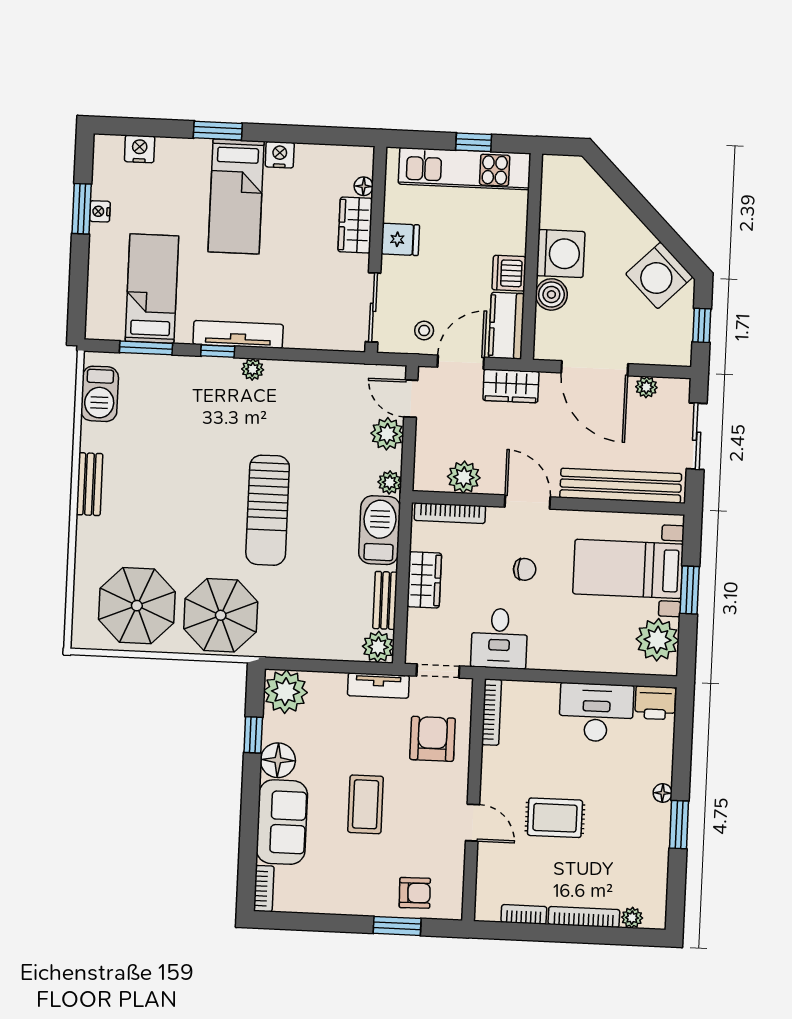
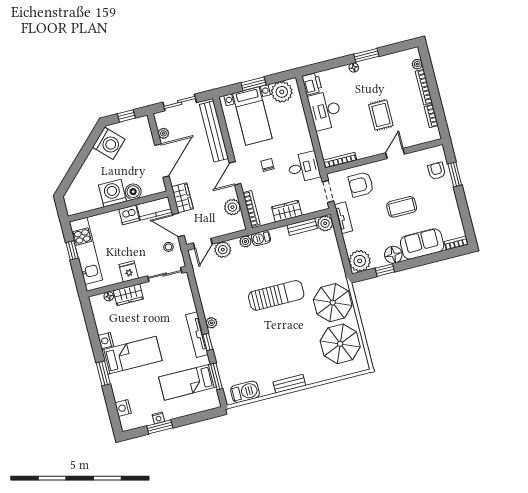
barbecue: (380, 530) -> (261, 238), width x0.53, depth x0.65

